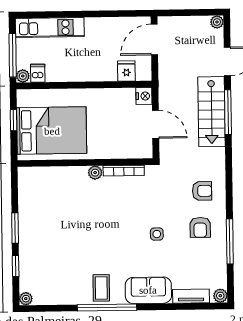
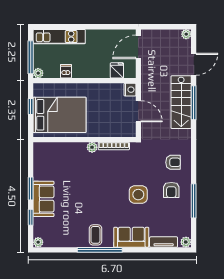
dishwasher: (38, 73) -> (66, 71), moved
side table: (157, 234) -> (138, 195), width x1.87, depth x1.87
sofa: (32, 242) -> (44, 199), added

